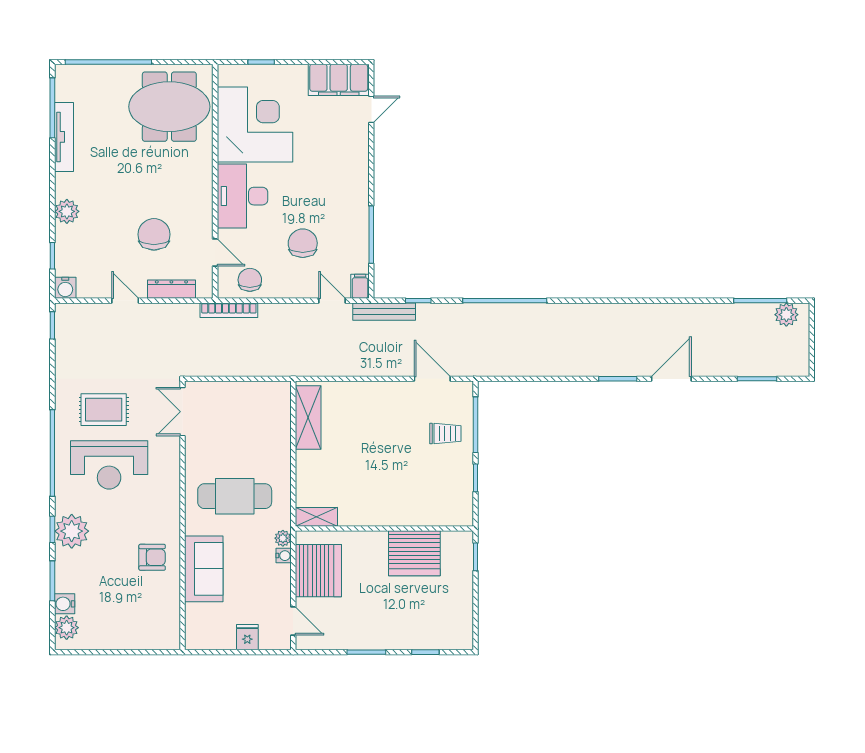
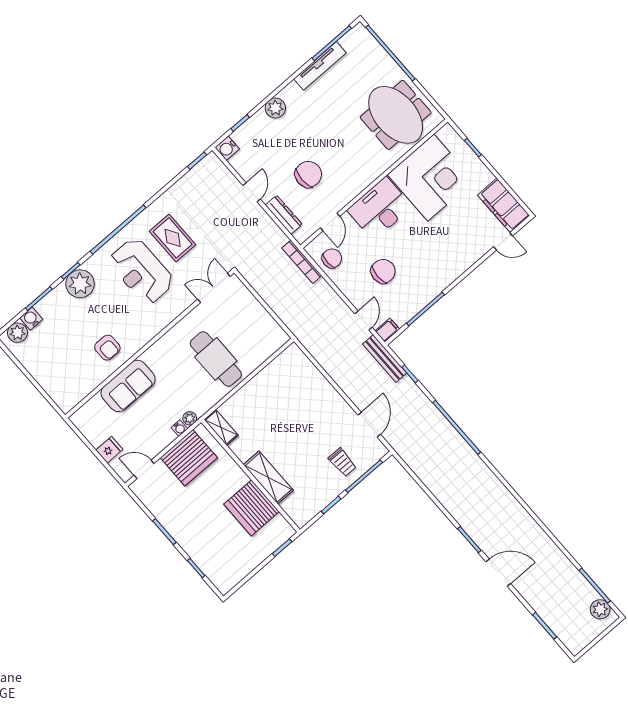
shelving: (308, 417) -> (268, 478), moved, turned 90
cafe table: (235, 496) -> (216, 359), moved
door: (293, 621) -> (144, 469), swing flipped

